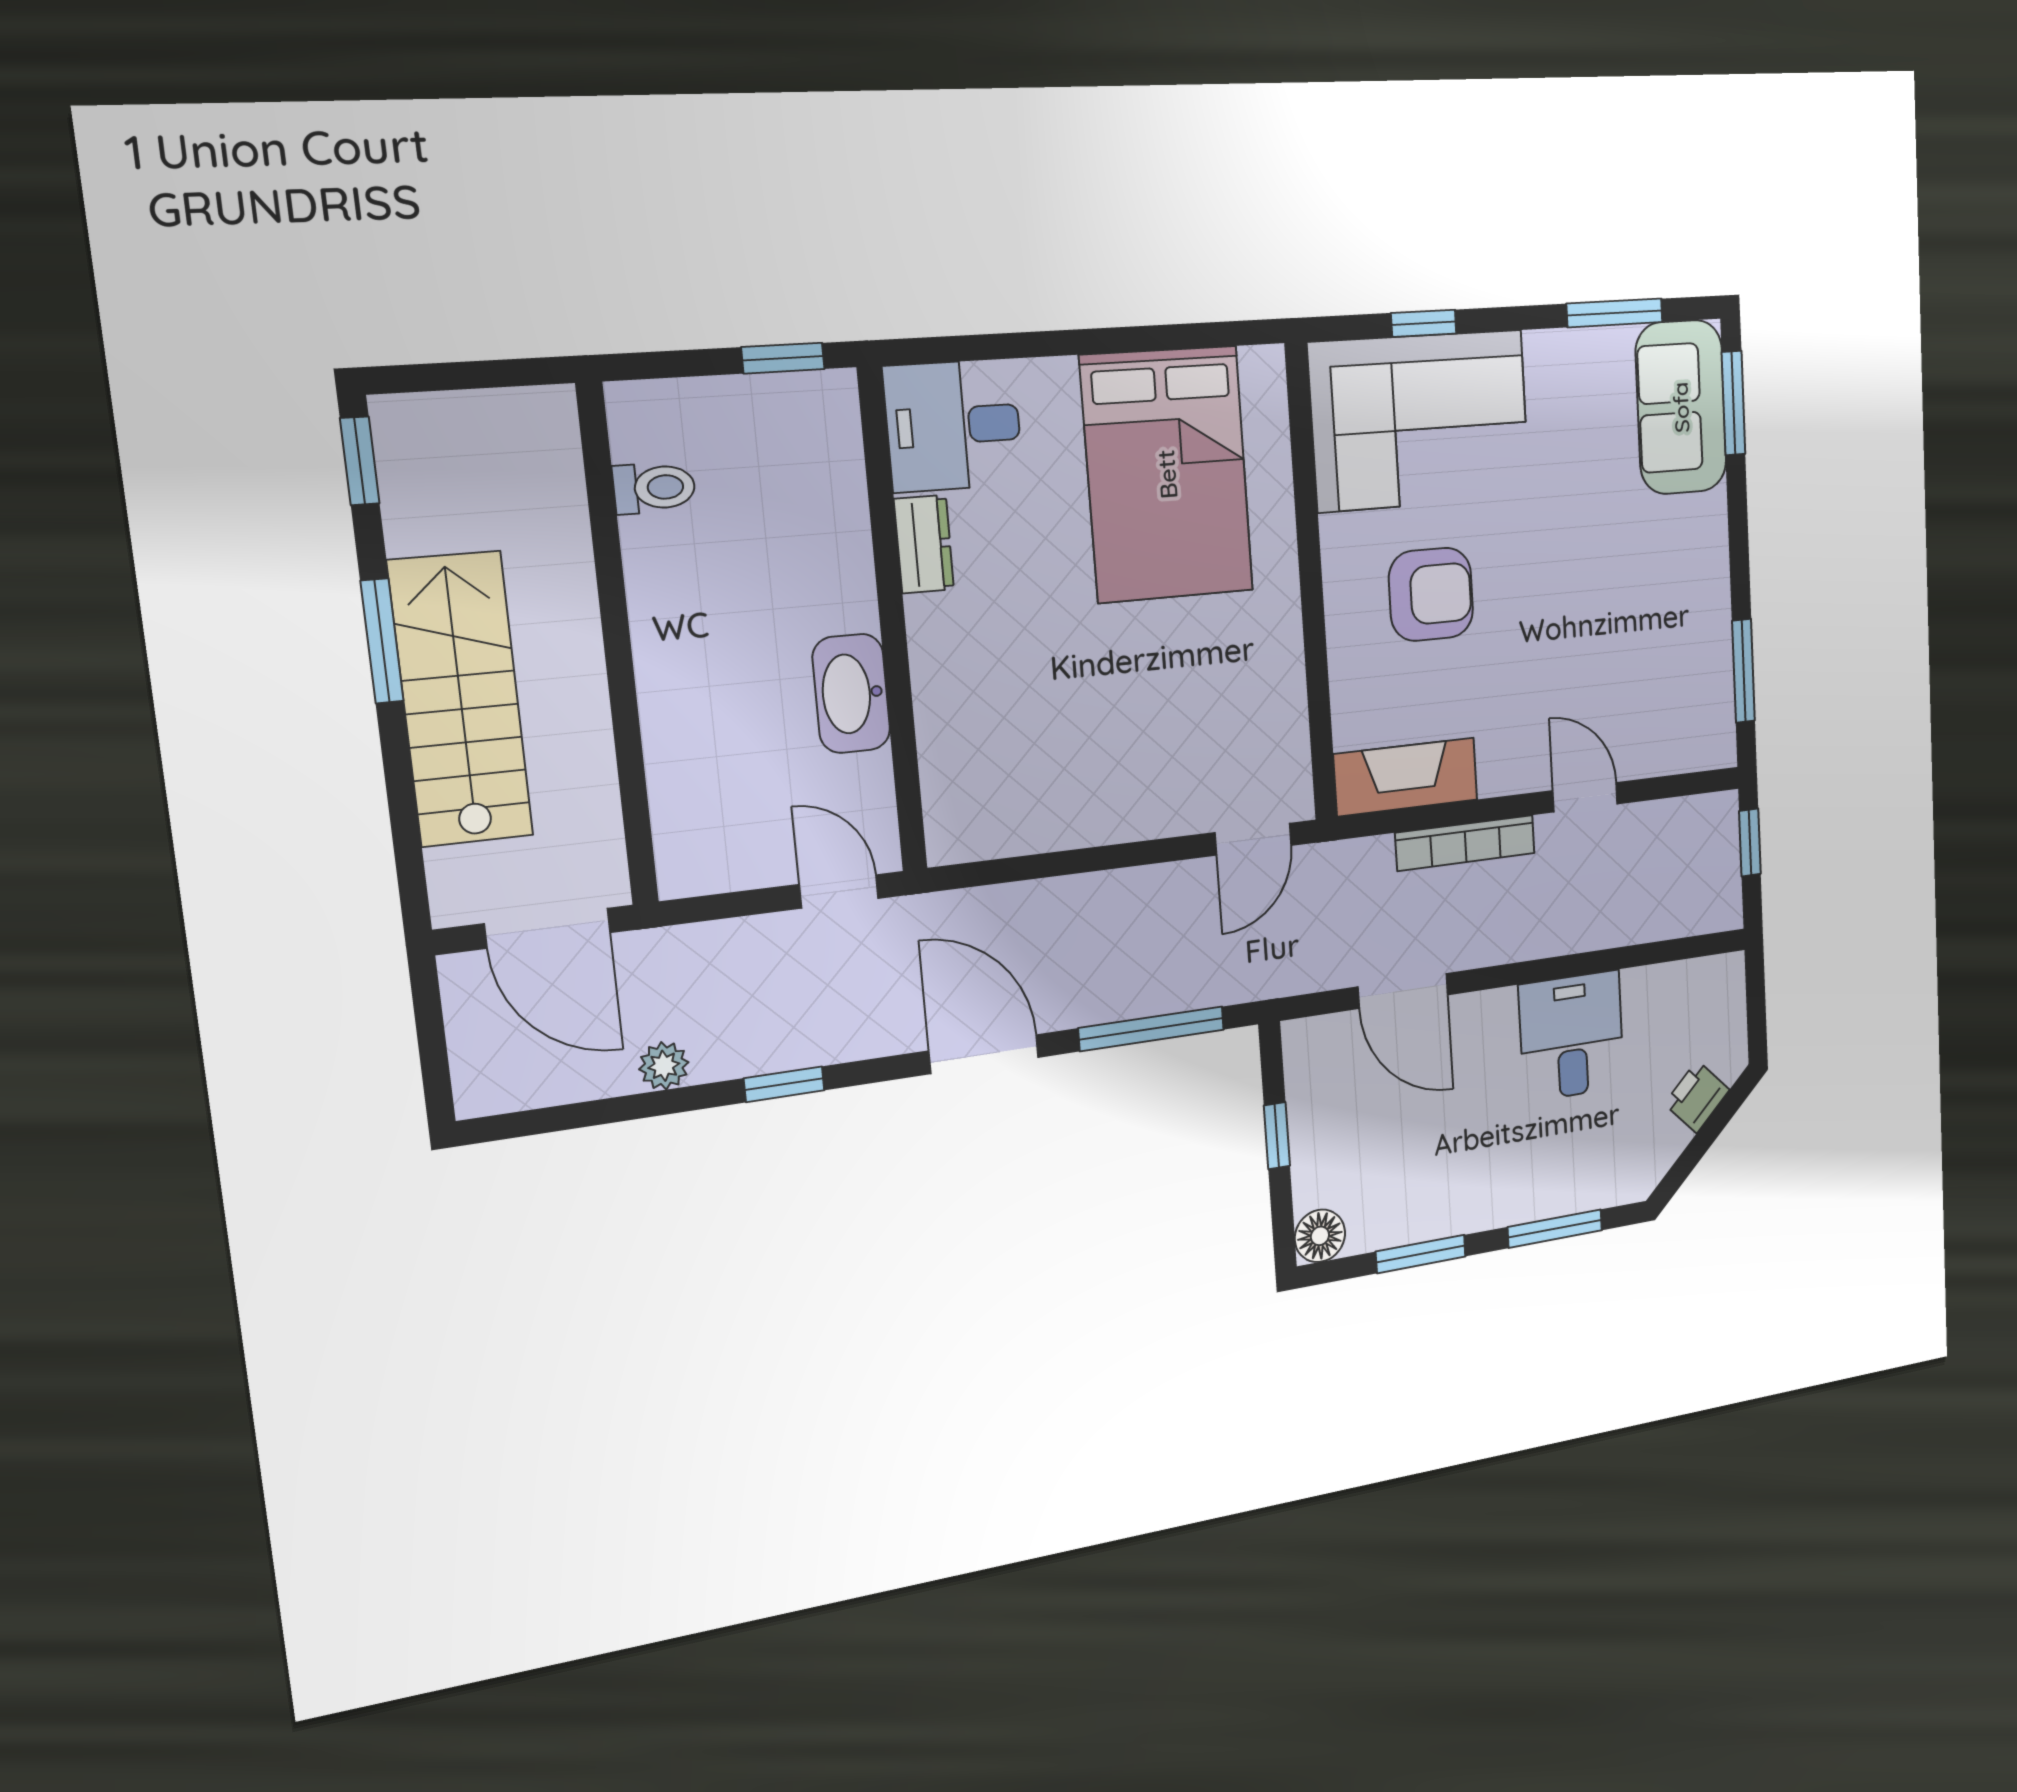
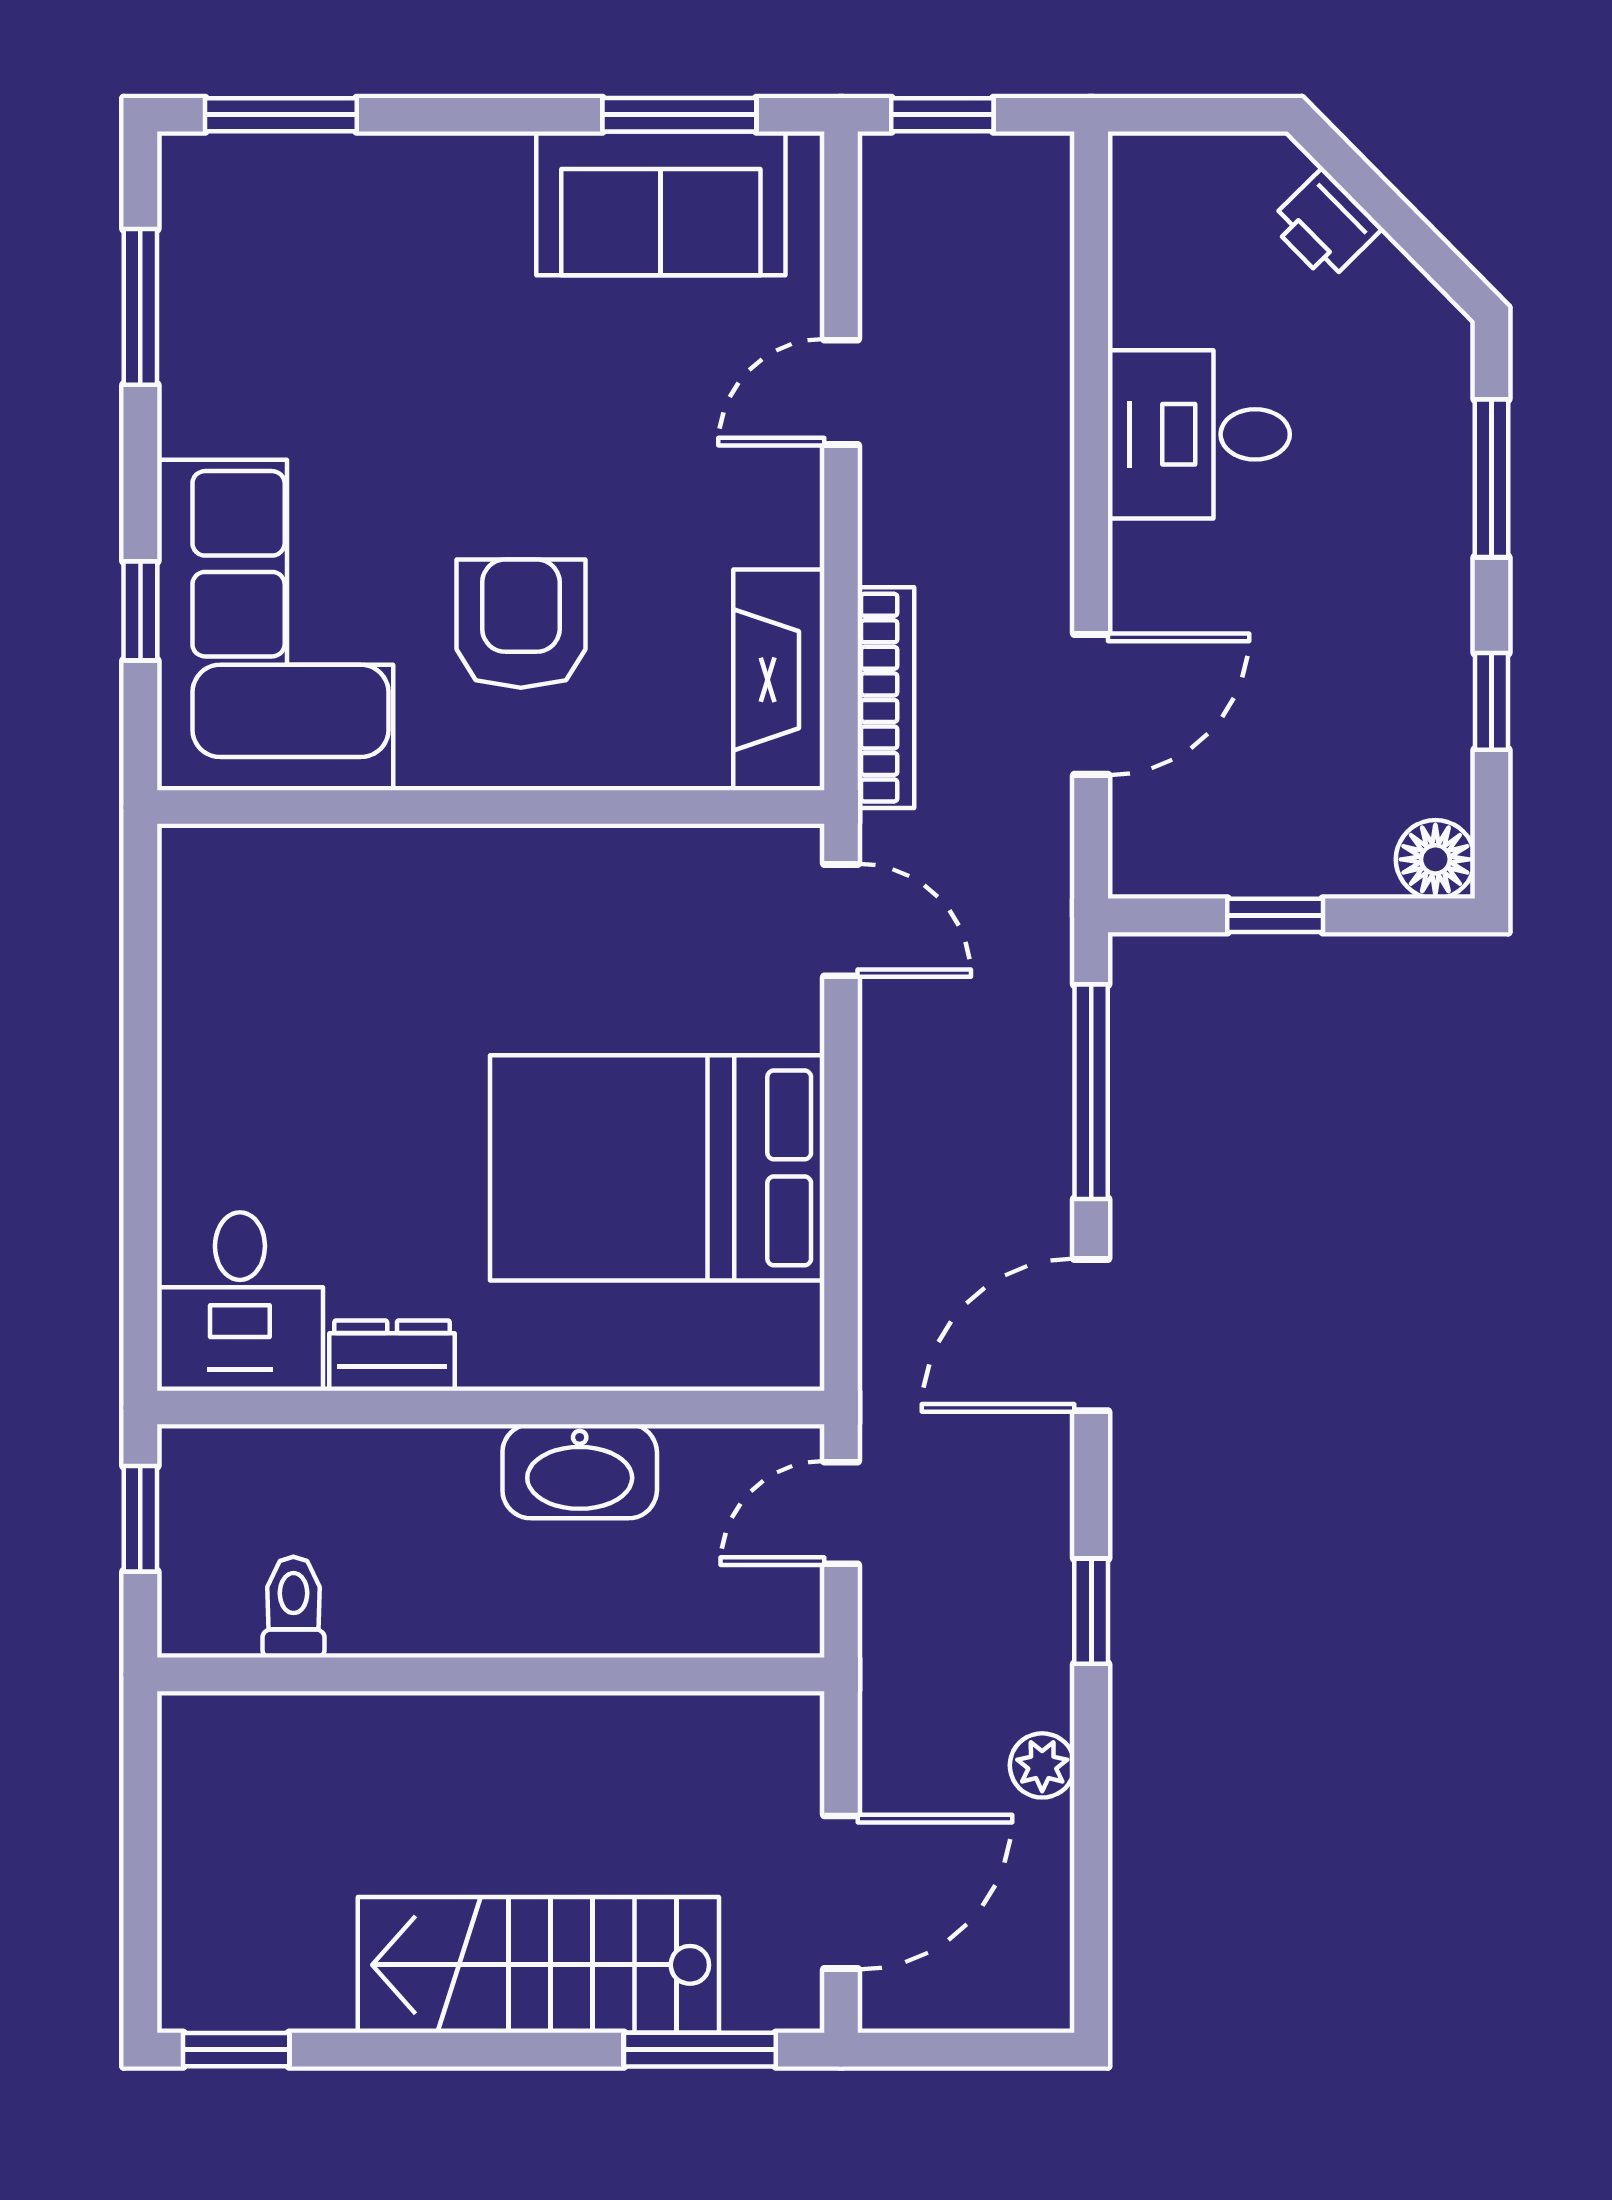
sofa: (1681, 407) -> (661, 203), moved
bed: (1167, 474) -> (657, 1168), moved, turned 180
toilet: (654, 488) -> (293, 1607), moved
window: (382, 641) -> (700, 2050), moved
wall: (618, 647) -> (491, 1674), moved
bookcase: (1465, 843) -> (886, 698), moved
window: (1421, 1254) -> (1491, 701), width x0.67

